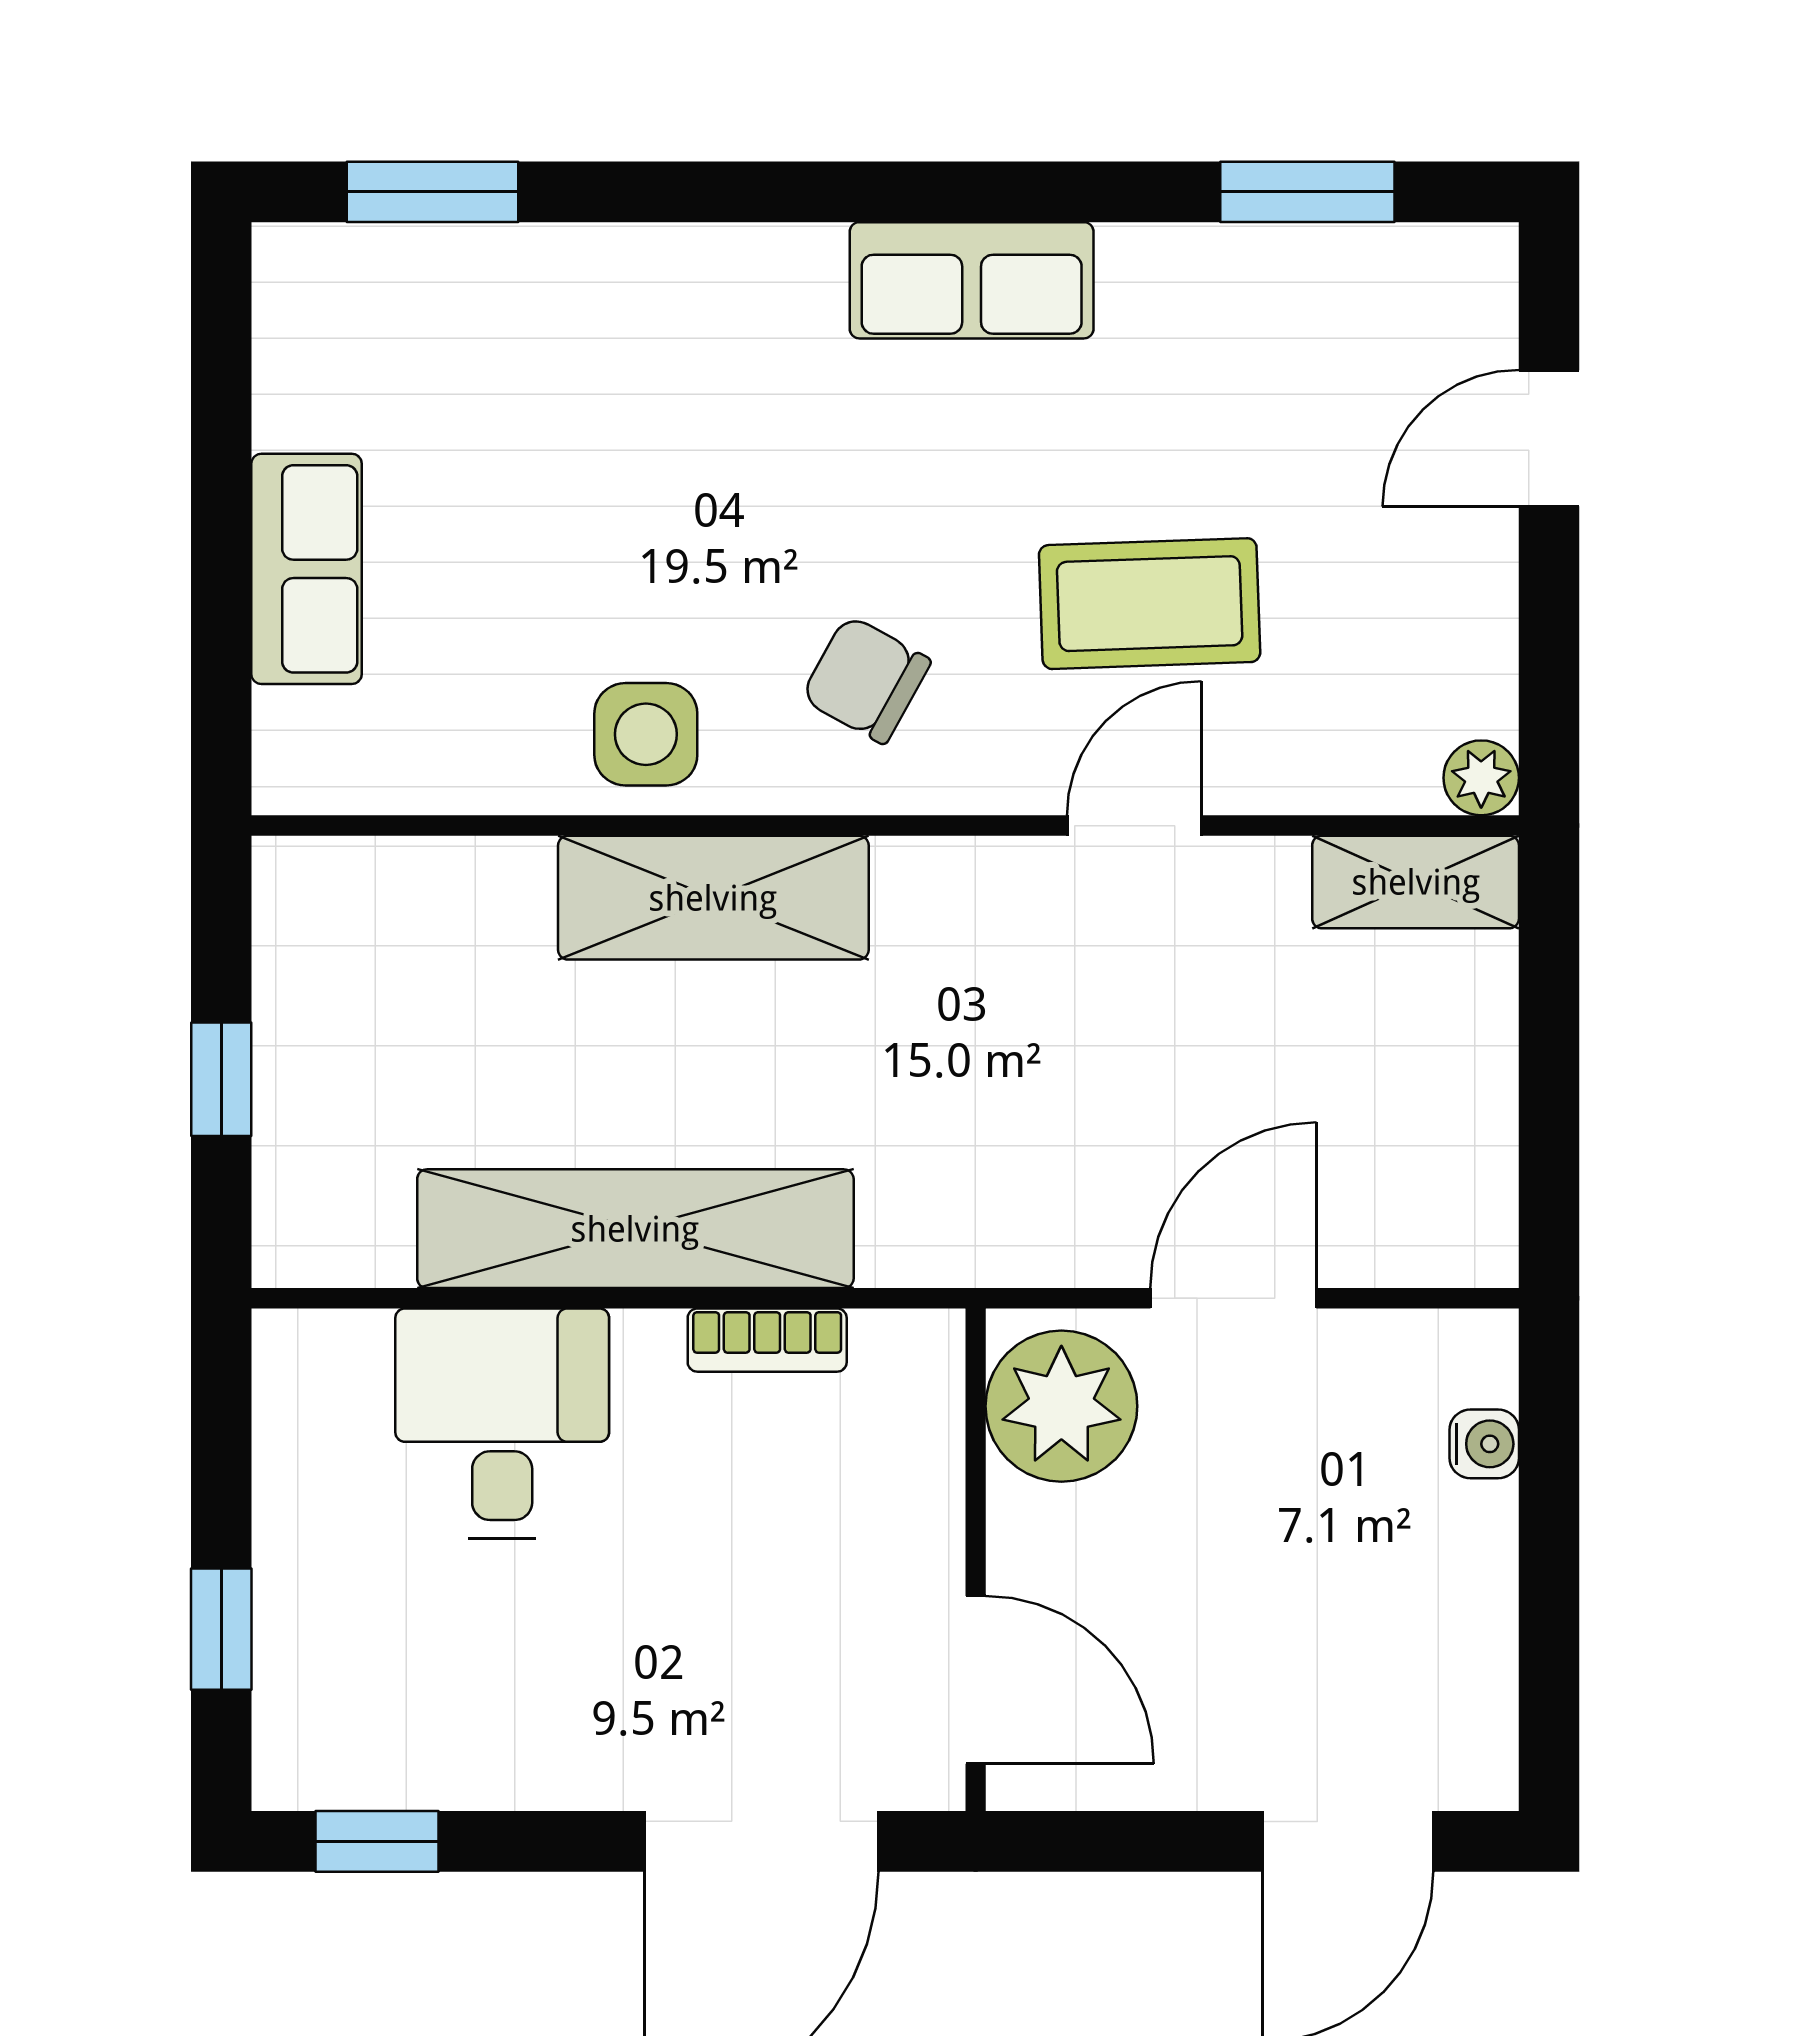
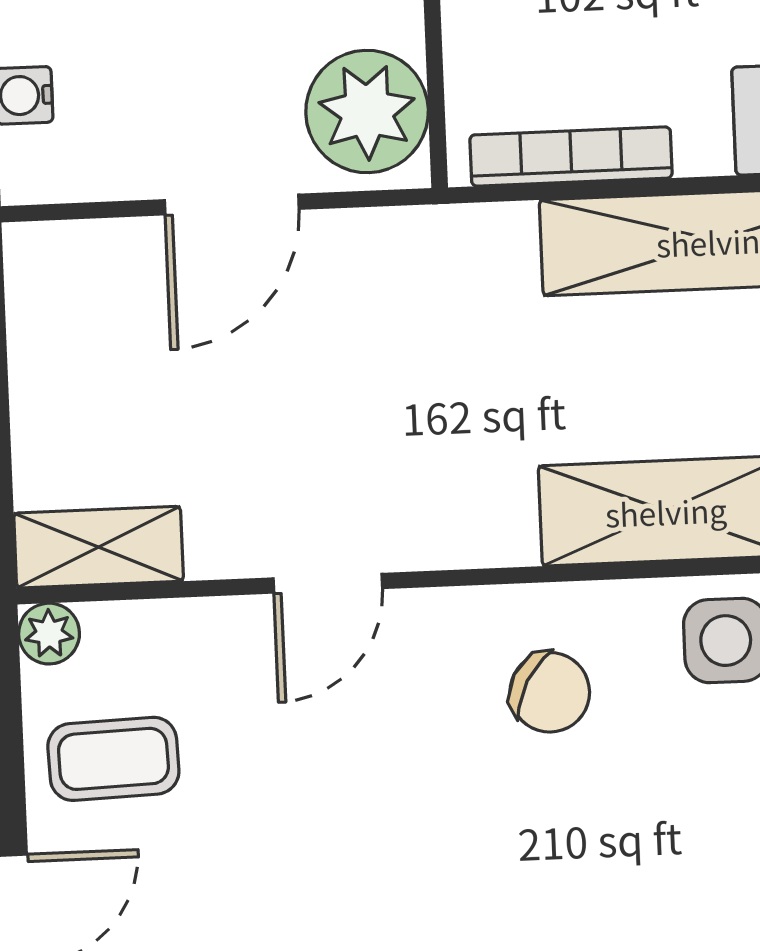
coffee table: (1150, 604) -> (113, 759), moved, width x0.73, depth x0.77
bookcase: (767, 1340) -> (571, 156), width x1.56

